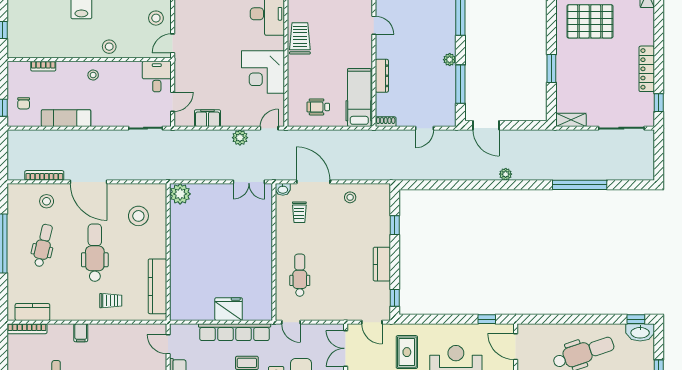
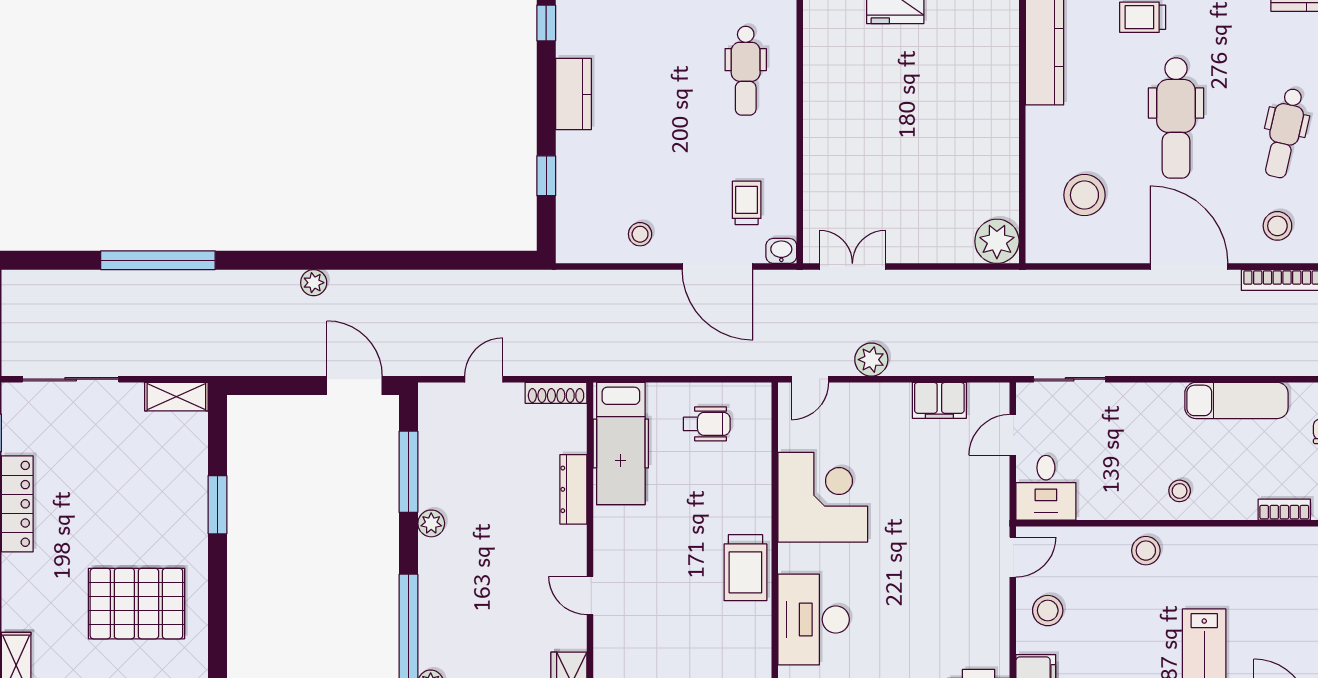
shoe rack: (386, 122) -> (556, 393), width x1.43

